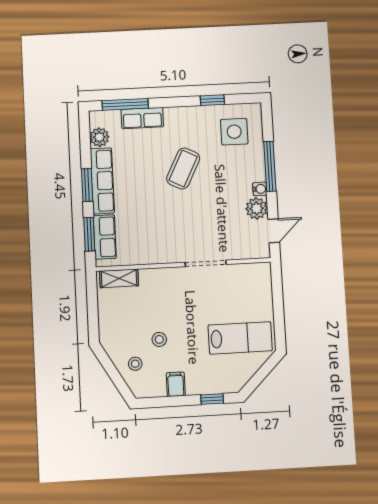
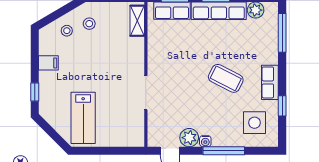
row of seats: (142, 118) -> (270, 82), moved
stool: (159, 339) -> (89, 24), moved

